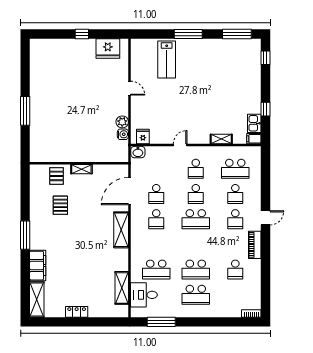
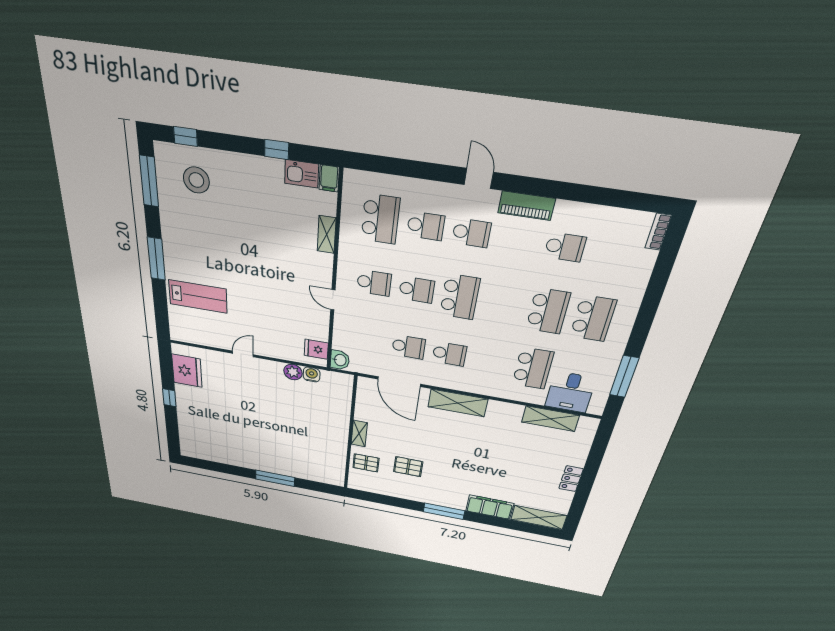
stool: (242, 63) -> (196, 180), added

